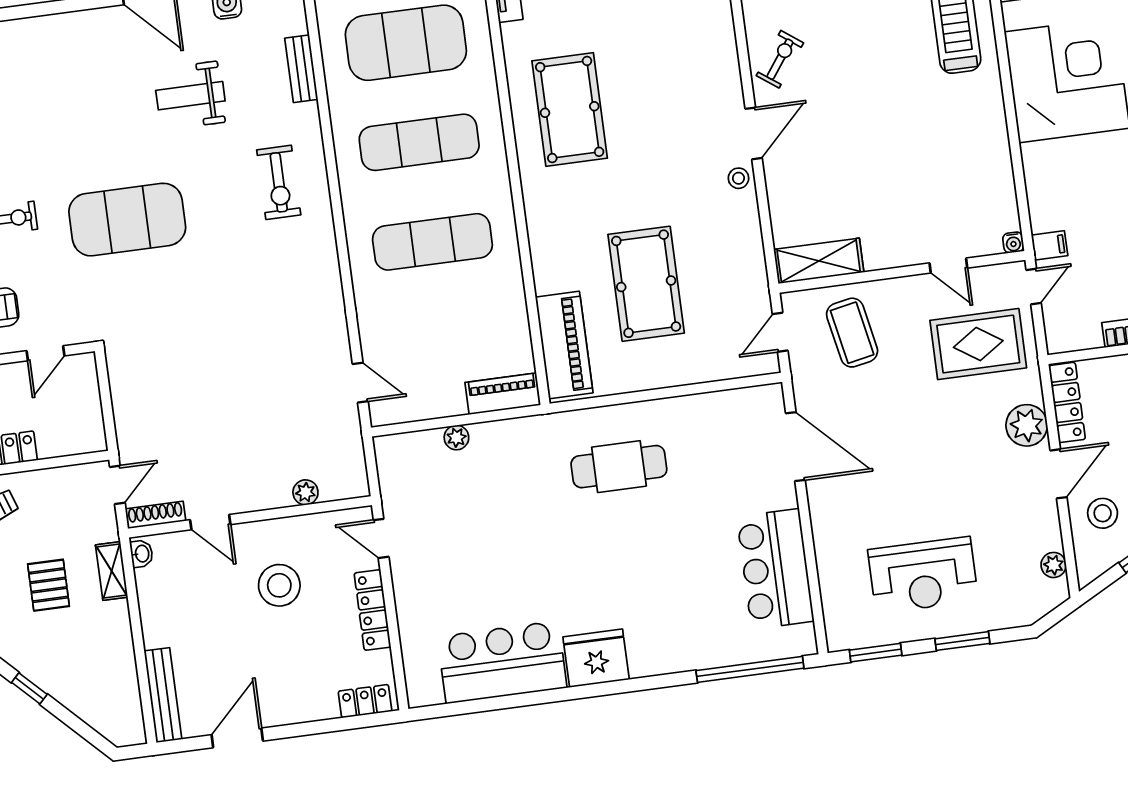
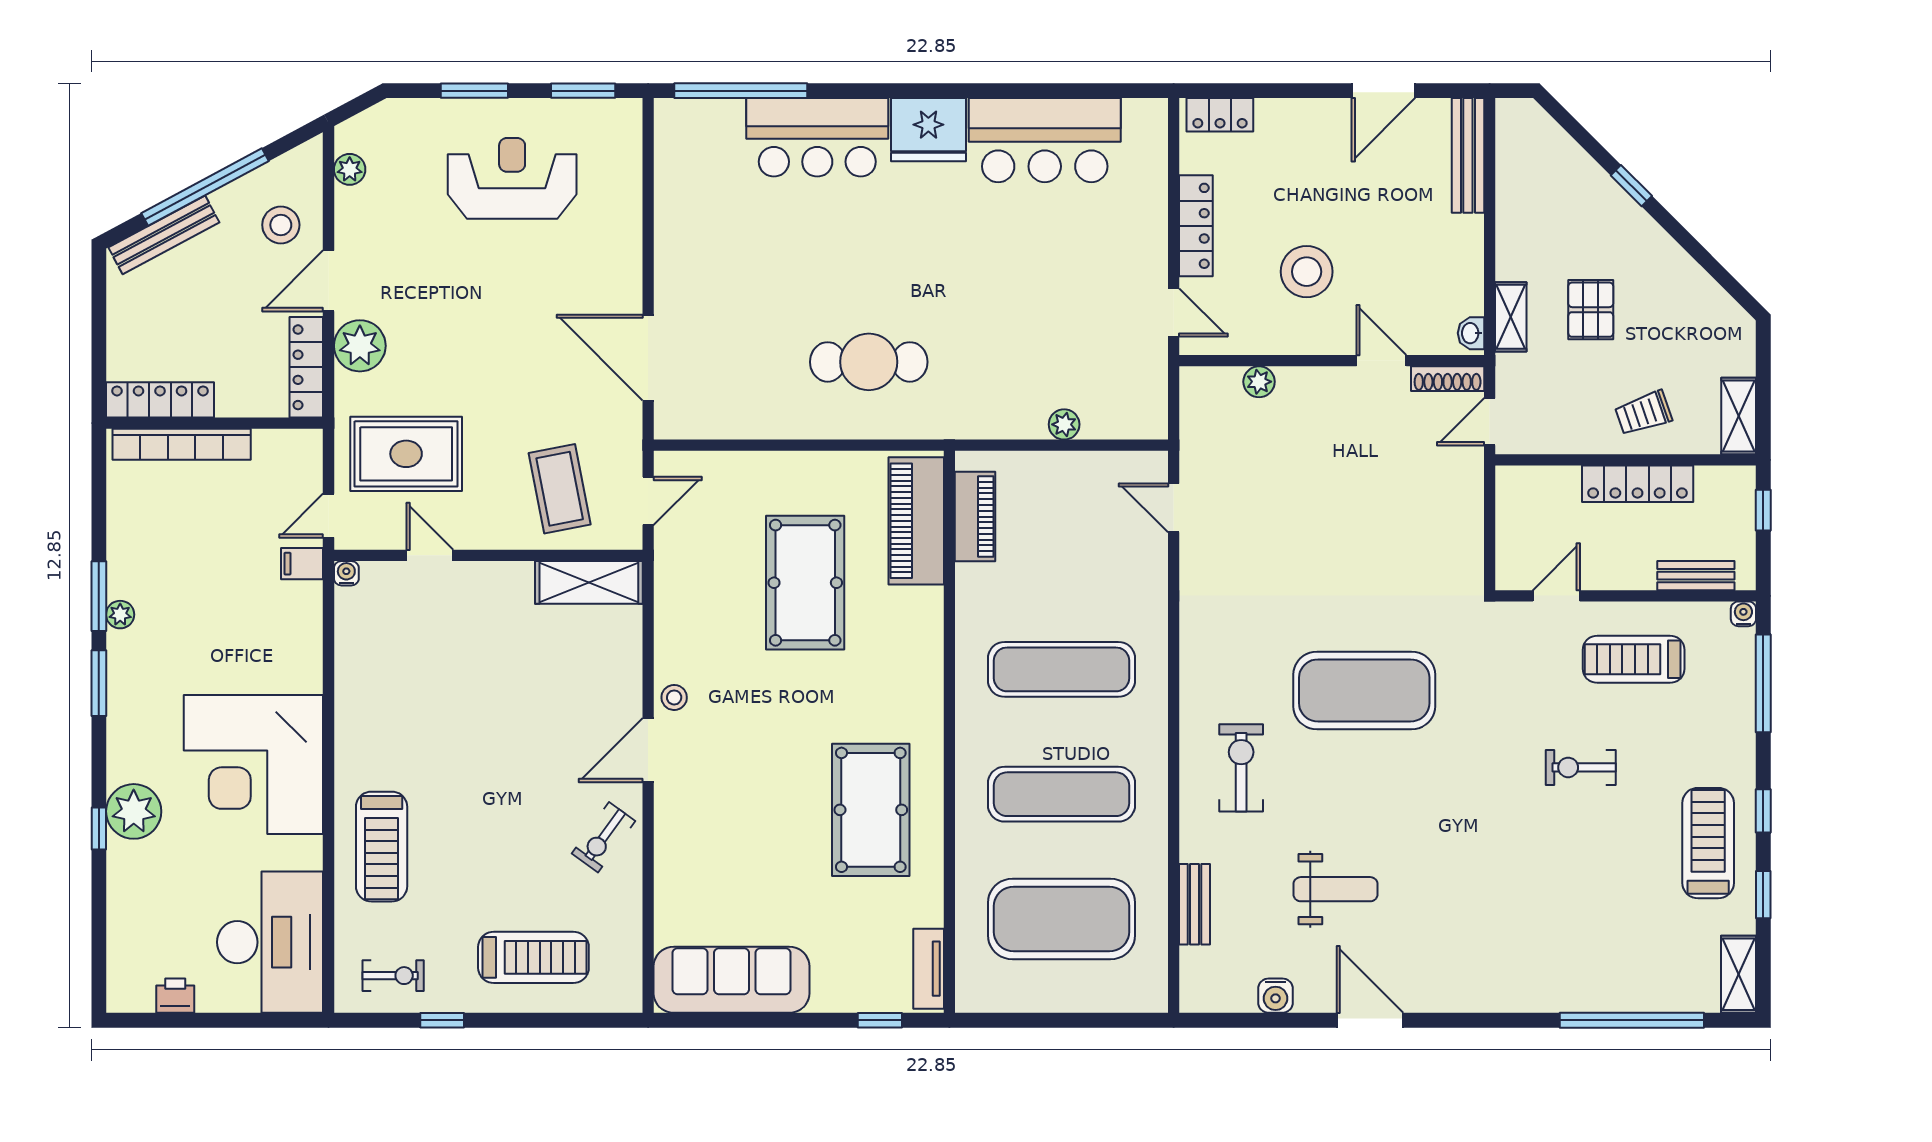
exercise mat: (127, 220) -> (1364, 690), moved
piano: (503, 394) -> (975, 517), moved, turned -90
bar counter: (775, 569) -> (817, 137), moved, turned 90

